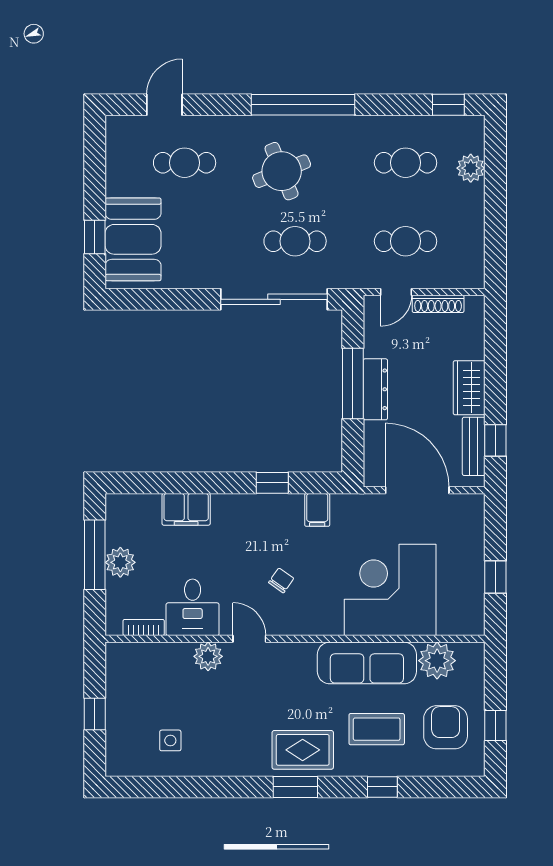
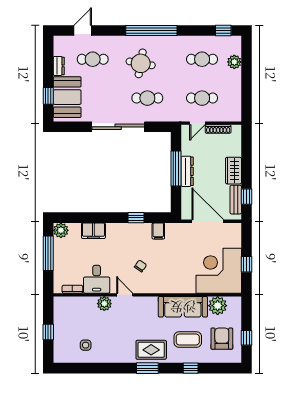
round table: (282, 171) -> (141, 63), turned 32
dresser: (116, 176) -> (59, 66), added
sliding door: (274, 299) -> (118, 127), moved
plant: (120, 562) -> (61, 230), moved
corner desk: (390, 590) -> (219, 271), moved

